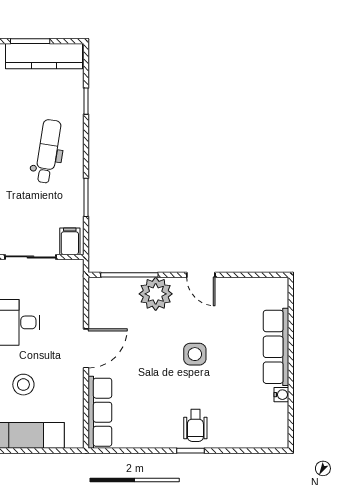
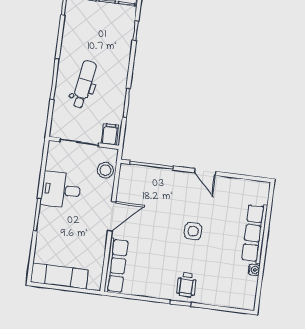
dental chair: (48, 151) -> (84, 84), moved
plant: (156, 294) -> (169, 182), removed
stool: (23, 385) -> (105, 170), moved

